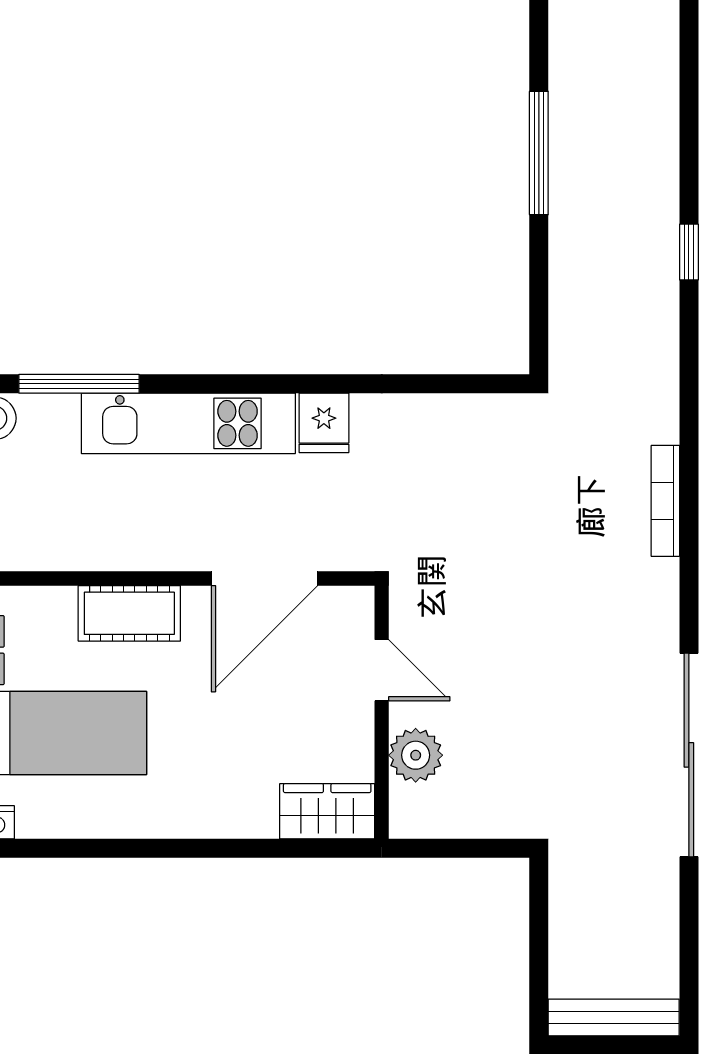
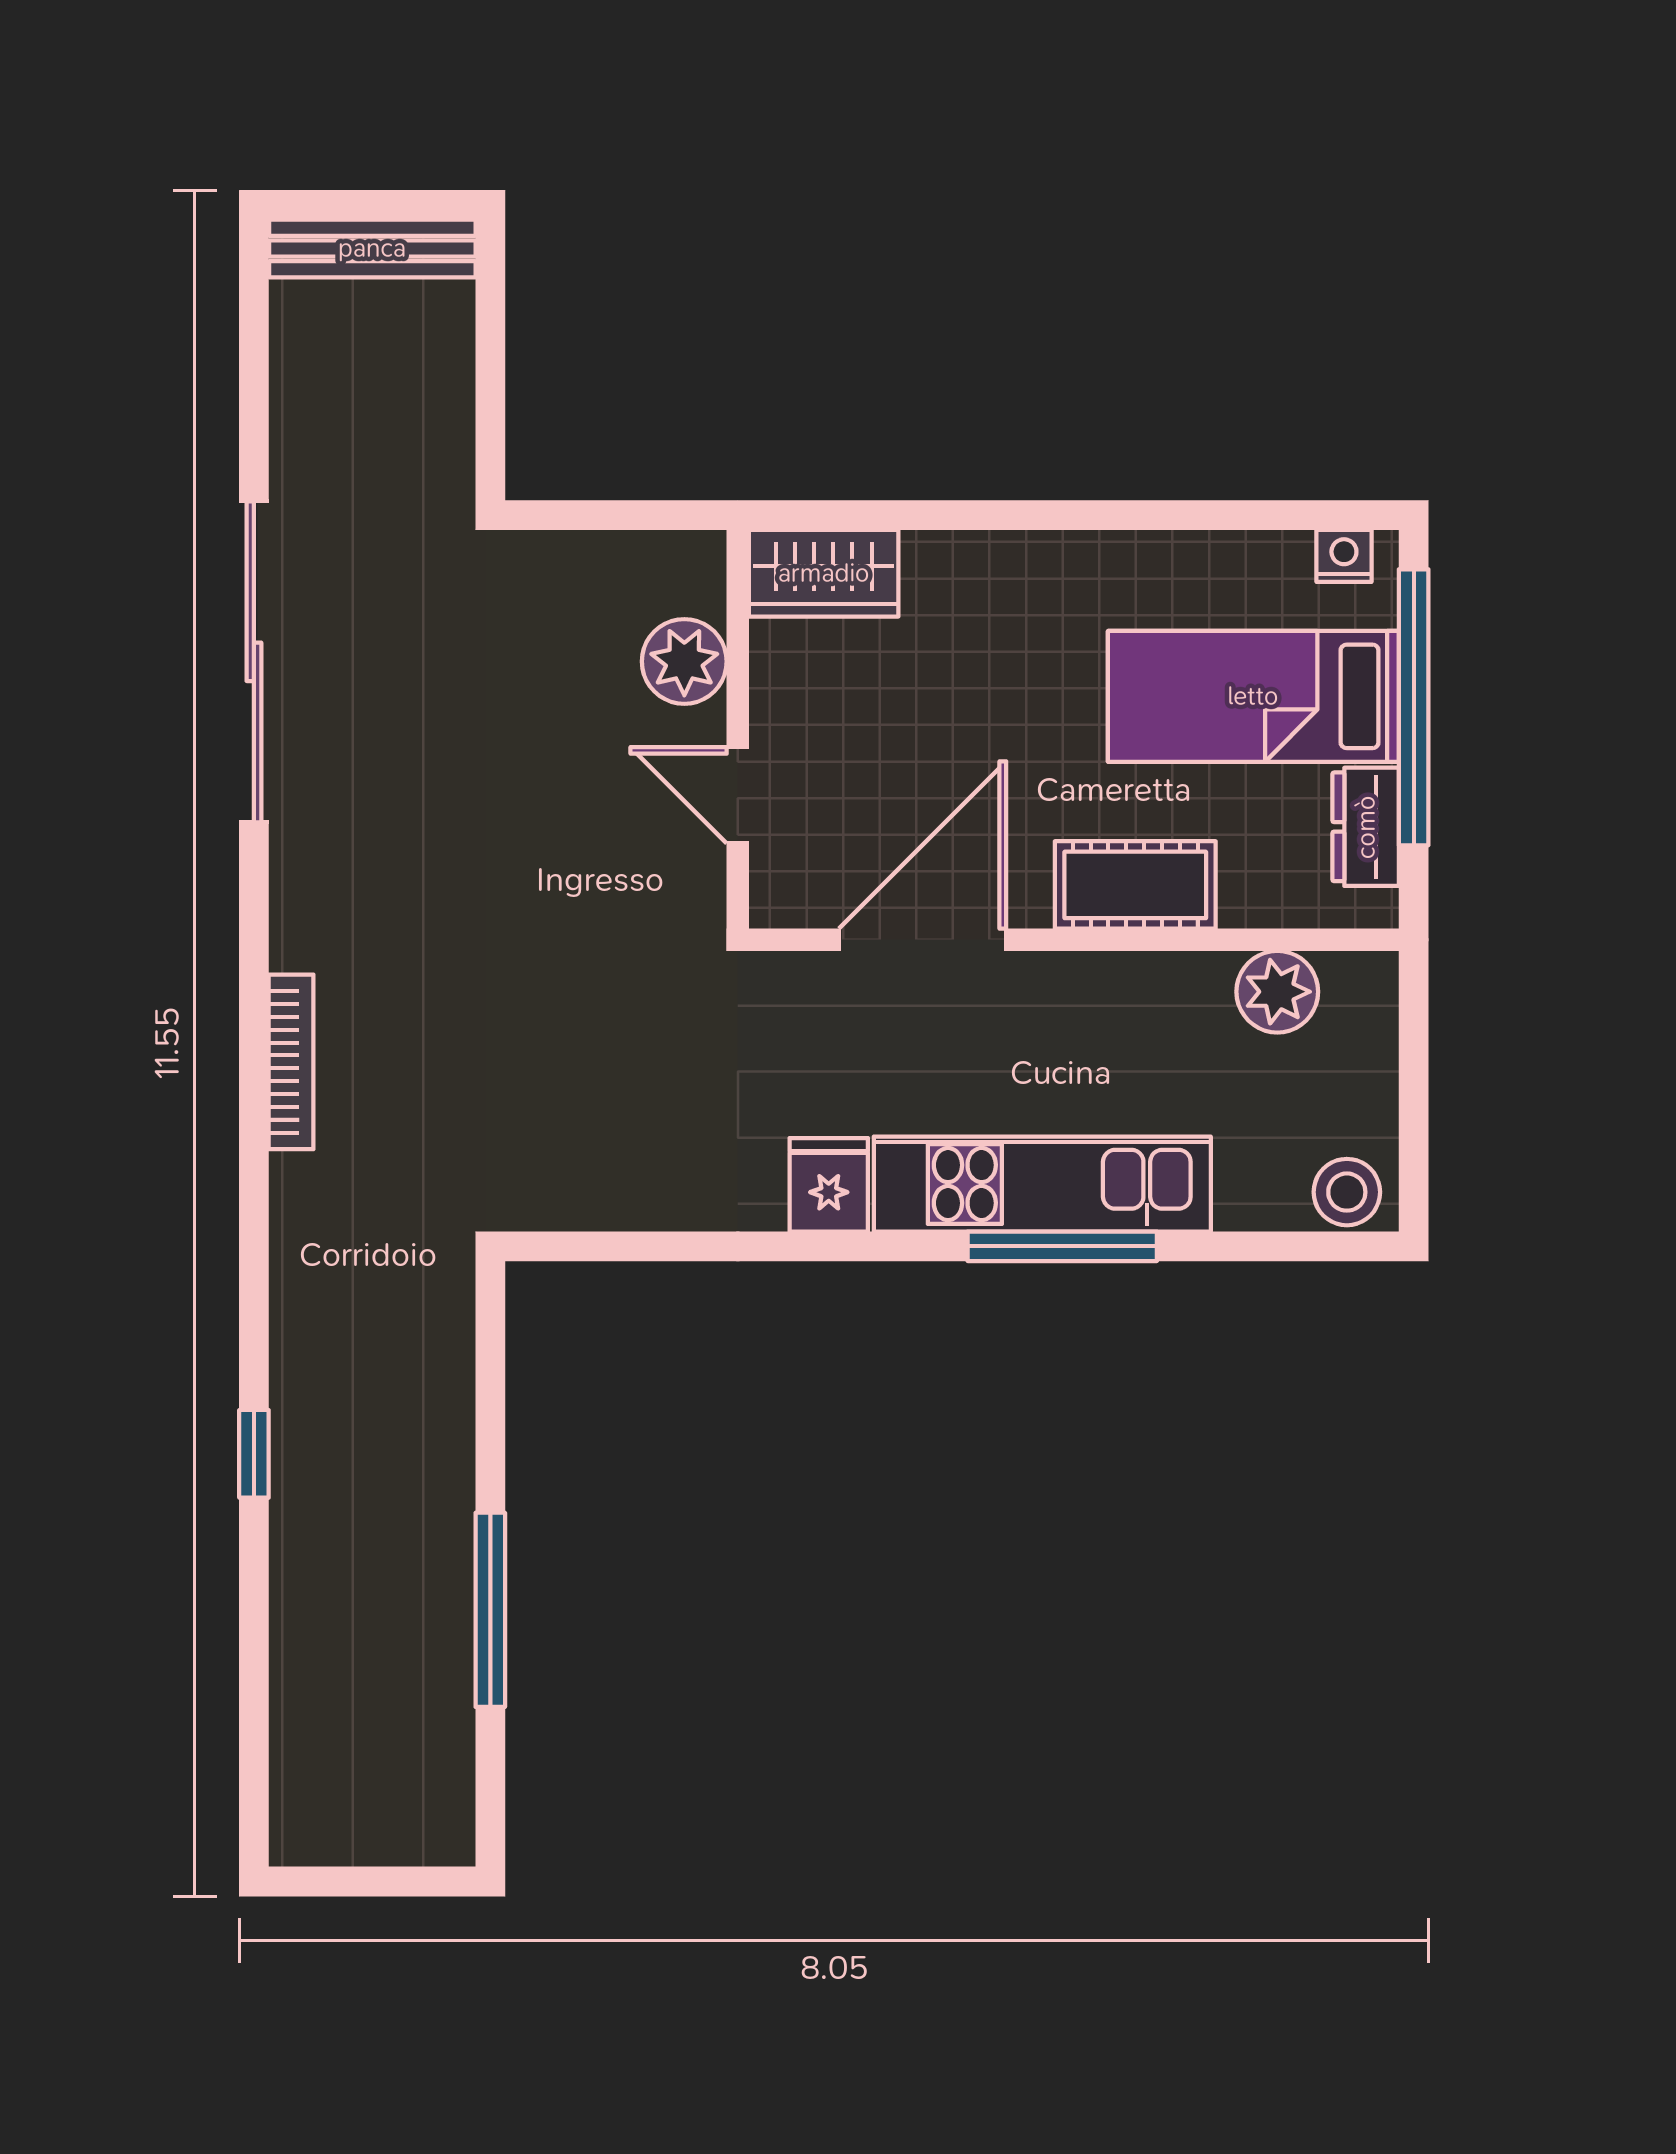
window: (79, 384) -> (1062, 1246), moved
plant: (39, 546) -> (1277, 992), added

